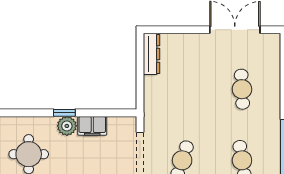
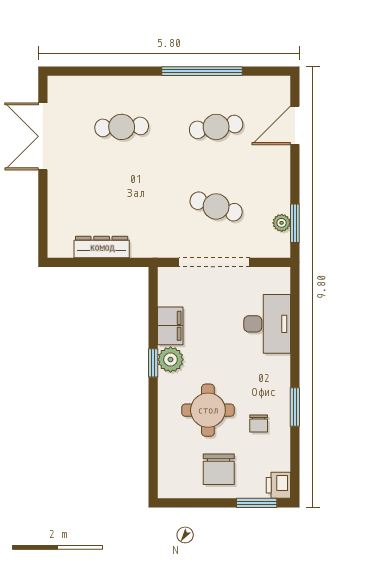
dresser: (152, 54) -> (102, 247), moved

